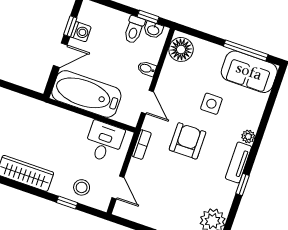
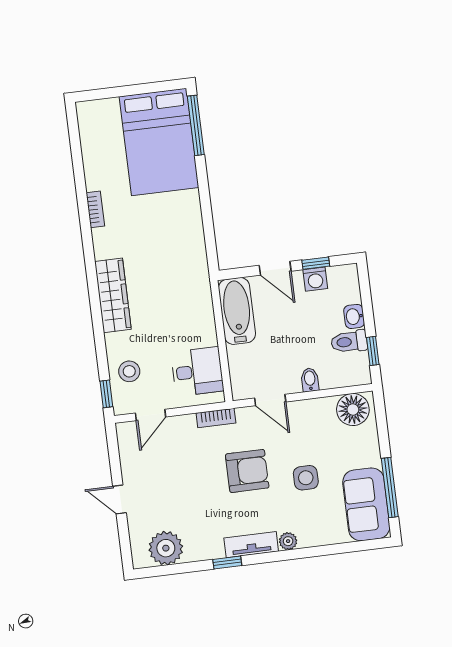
washbasin: (153, 30) -> (354, 316), moved
bathtub: (86, 94) -> (237, 311), width x0.73, depth x0.73
door: (147, 102) -> (270, 400), hinge flipped
window: (67, 203) -> (106, 394), moved

